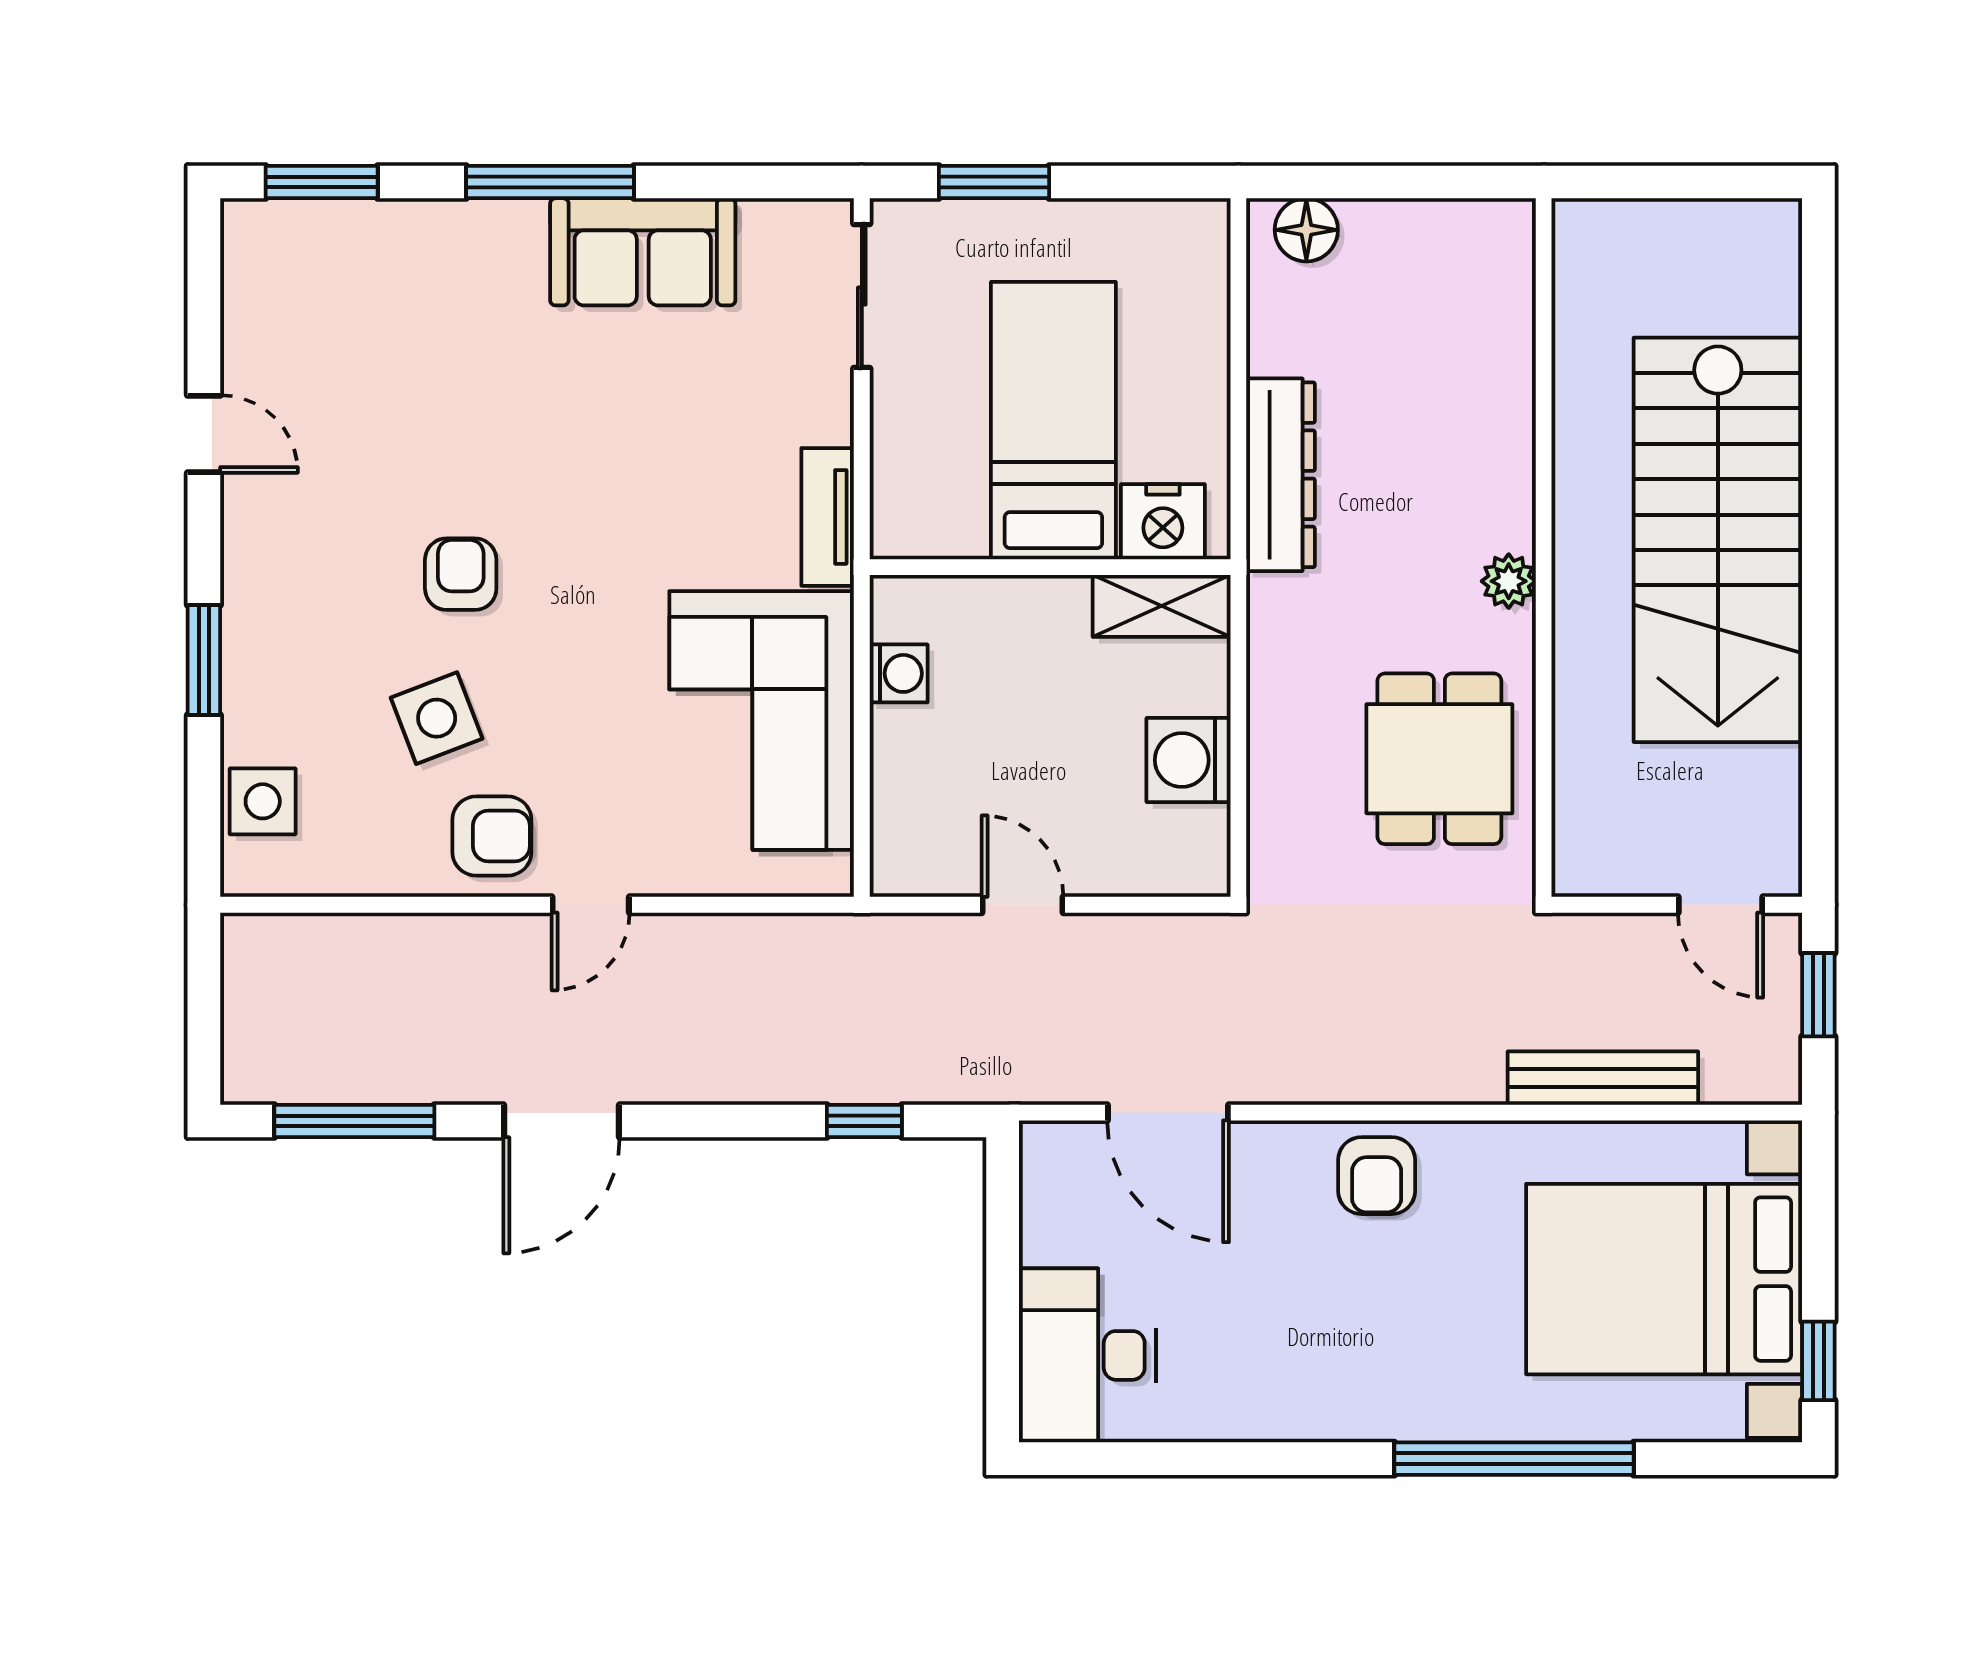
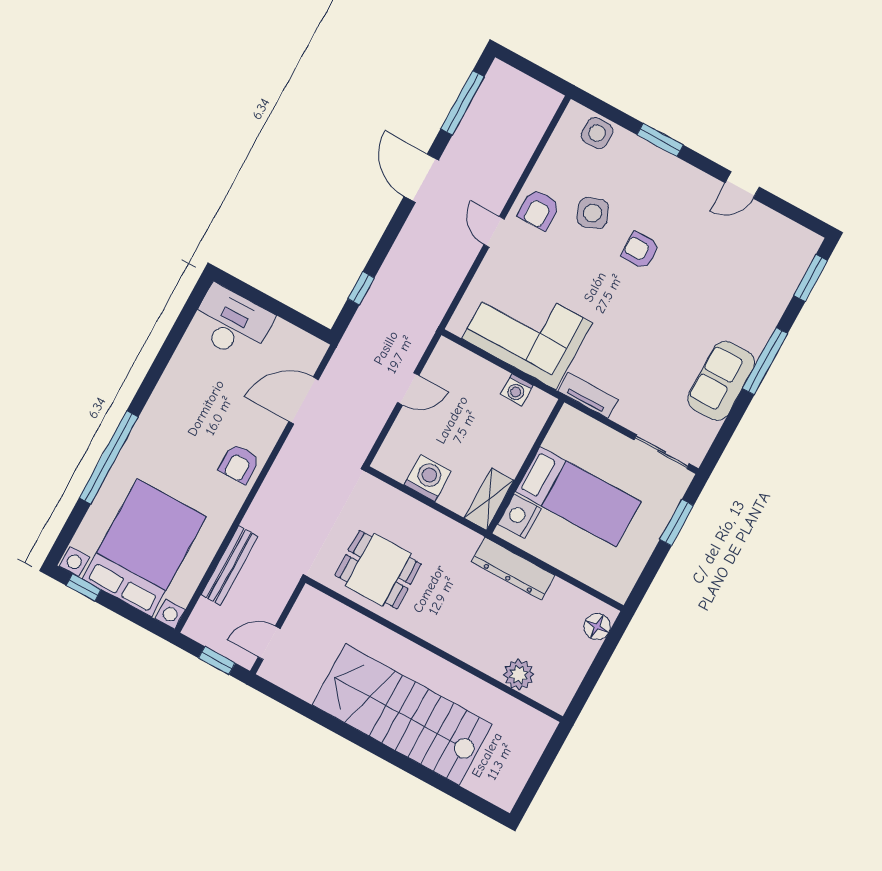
armchair: (461, 574) -> (640, 250), turned 180
plant: (1509, 581) -> (519, 675), moved, width x1.38, depth x1.38
armchair: (1377, 1176) -> (239, 464), turned -90

